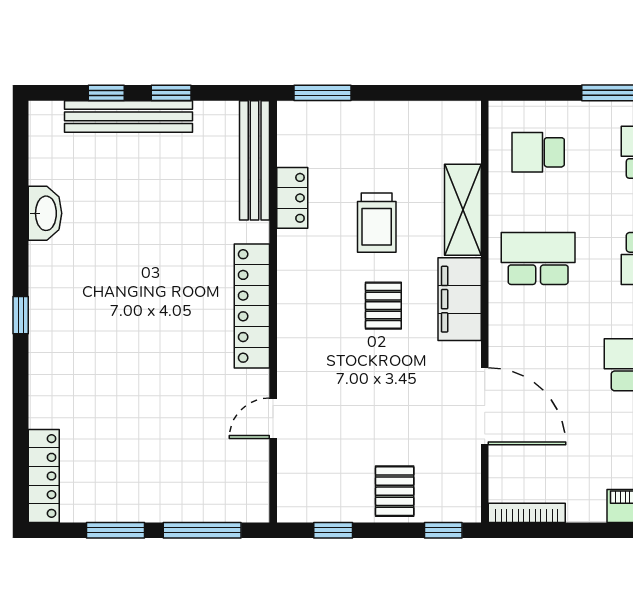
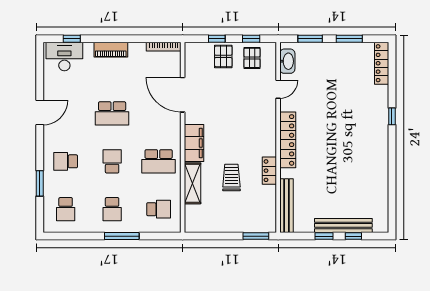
locker: (292, 198) -> (269, 171), moved
washbasin: (45, 213) -> (287, 61), moved, turned 180
pallet: (383, 306) -> (252, 58), moved
window: (21, 315) -> (392, 116), moved
window: (202, 530) -> (310, 39), width x0.69
window: (443, 530) -> (217, 39), moved

